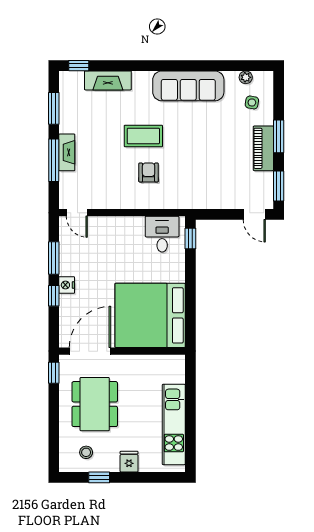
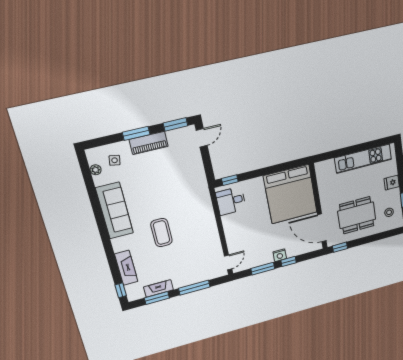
fireplace: (67, 152) -> (158, 288), moved
armchair: (149, 172) -> (188, 222), removed

